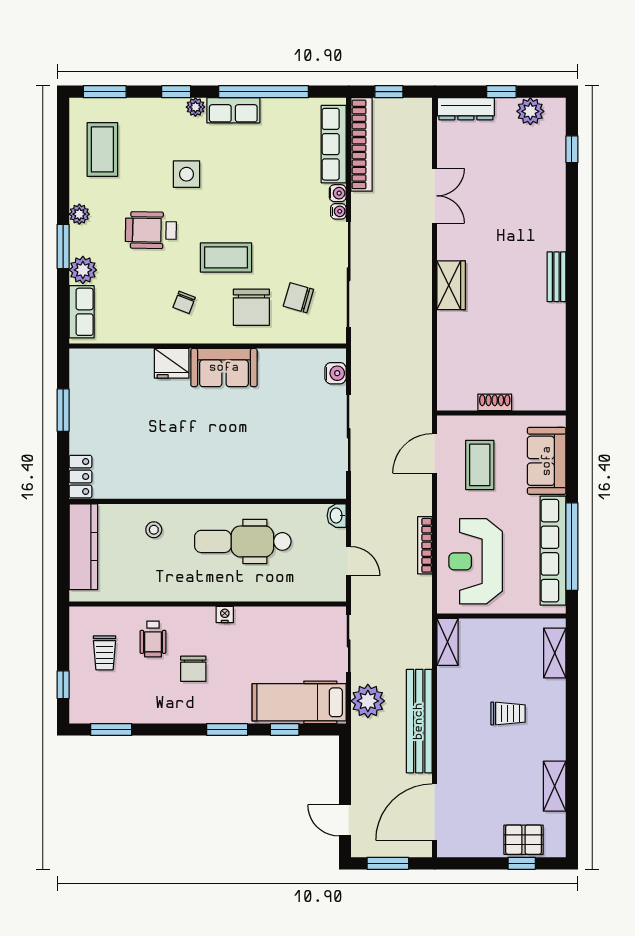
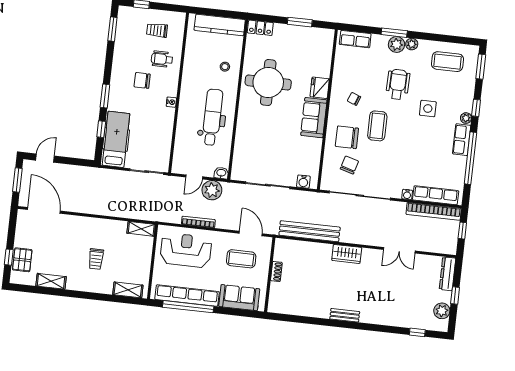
water cooler: (338, 211) -> (397, 194), removed
plant: (83, 270) -> (397, 44), moved
round table: (173, 453) -> (268, 82), added
plant: (368, 701) -> (212, 190), moved
bench: (419, 721) -> (310, 231), moved

